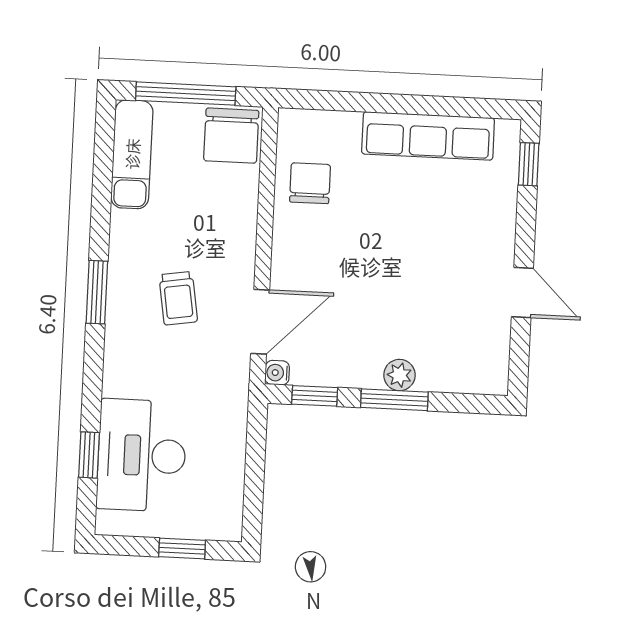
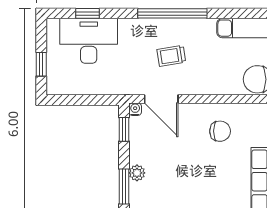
chair: (310, 183) -> (220, 131), moved
window: (97, 292) -> (172, 13), width x2.11
window: (394, 400) -> (124, 187), moved

